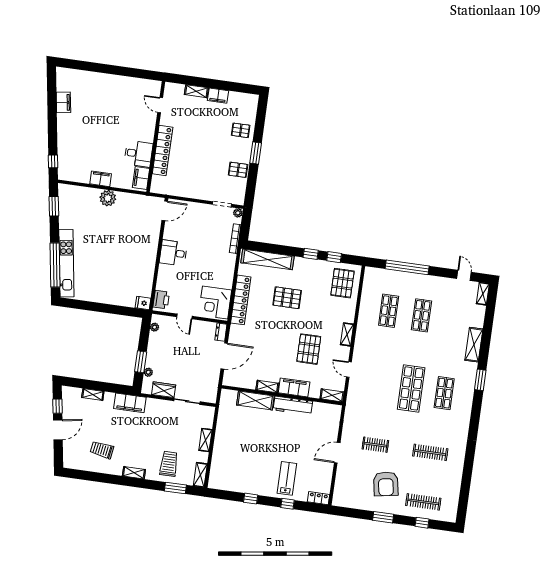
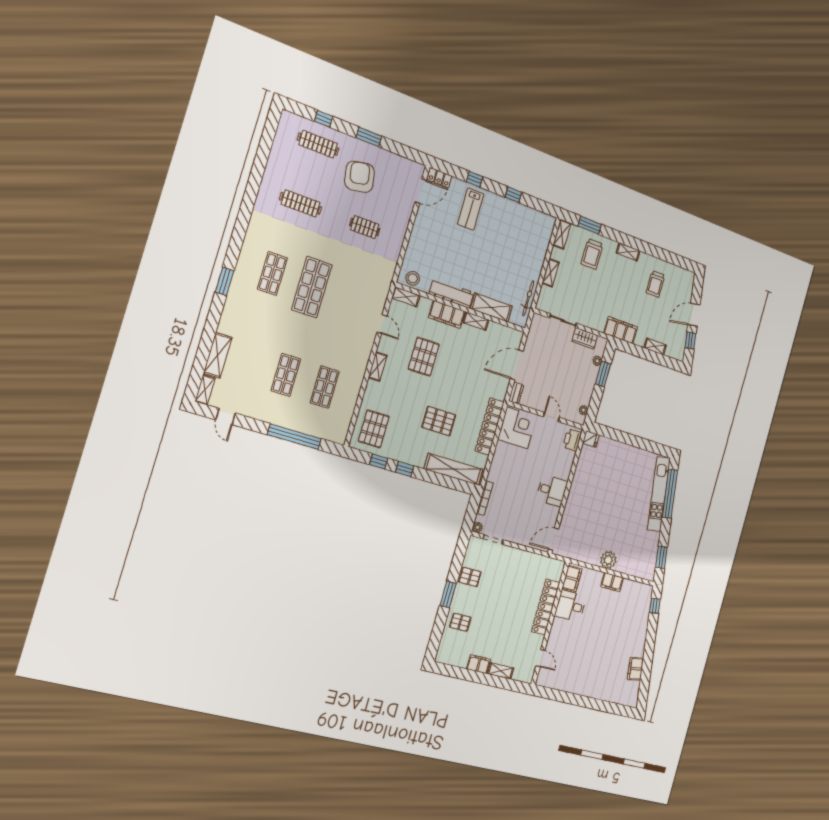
shelving: (474, 345) -> (218, 355), moved
stool: (328, 411) -> (413, 278), added
bicycle: (223, 414) -> (528, 298), added
trolley: (102, 450) -> (655, 284), turned 81
door: (337, 453) -> (421, 191), moved

